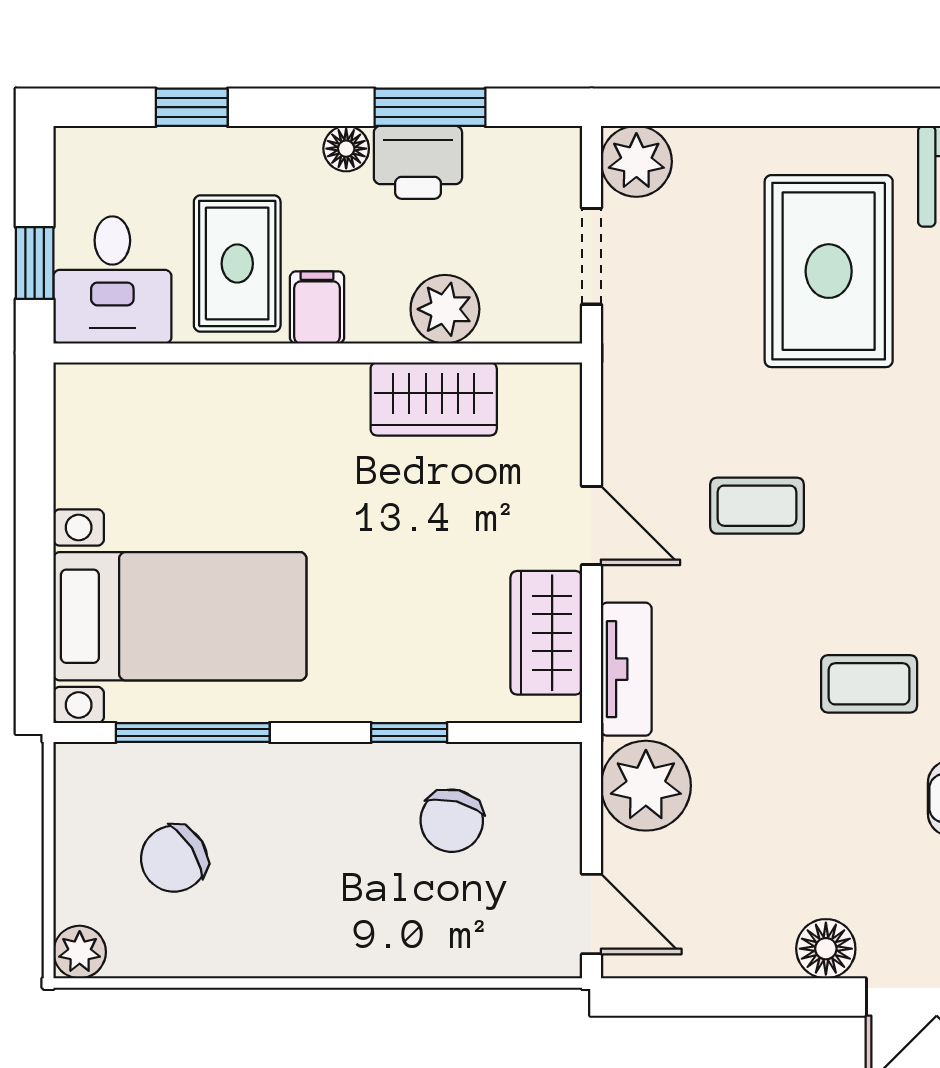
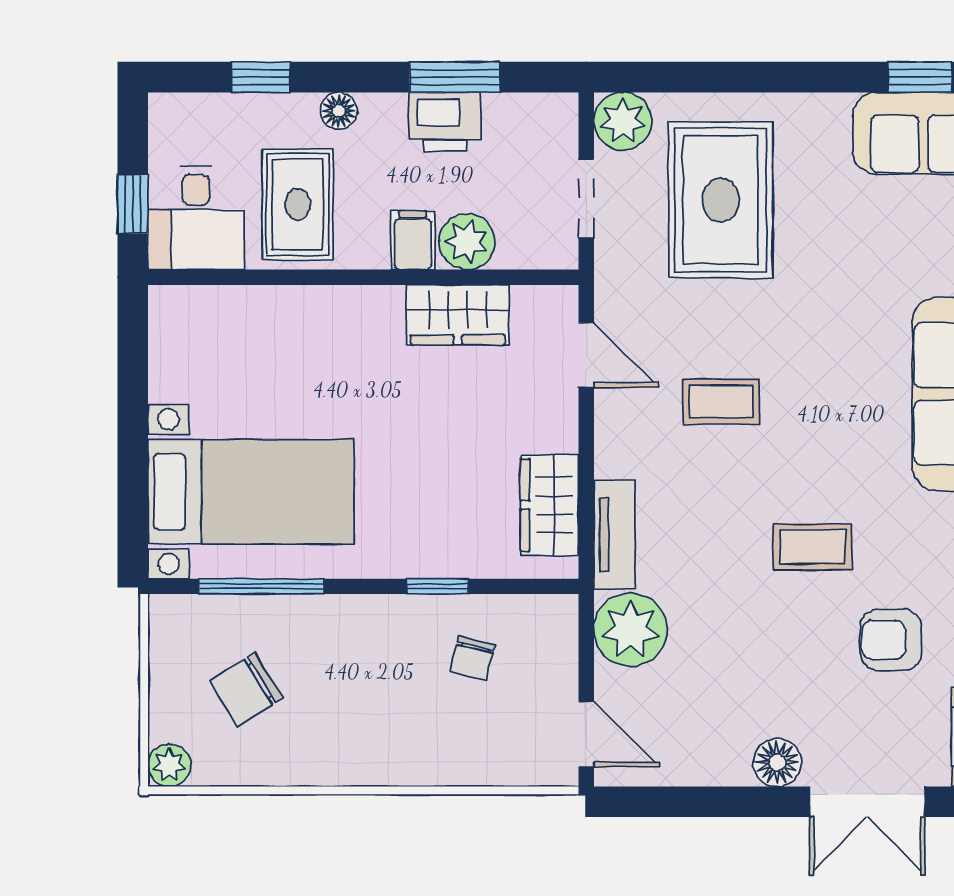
floor lamp: (346, 149) -> (339, 111), moved
rug: (829, 271) -> (721, 200), moved
filing cabinet: (317, 307) -> (413, 240), moved
door: (592, 526) -> (586, 355), moved
chair: (452, 821) -> (473, 658), width x0.73, depth x0.73

